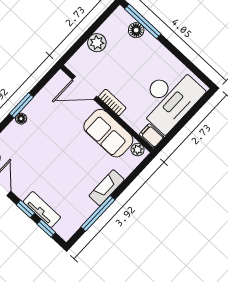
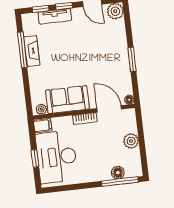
door: (84, 88) -> (109, 109), hinge flipped
window: (188, 117) -> (35, 158), added
floor lamp: (21, 119) -> (129, 100), moved
fireplace: (107, 188) -> (32, 51), moved

